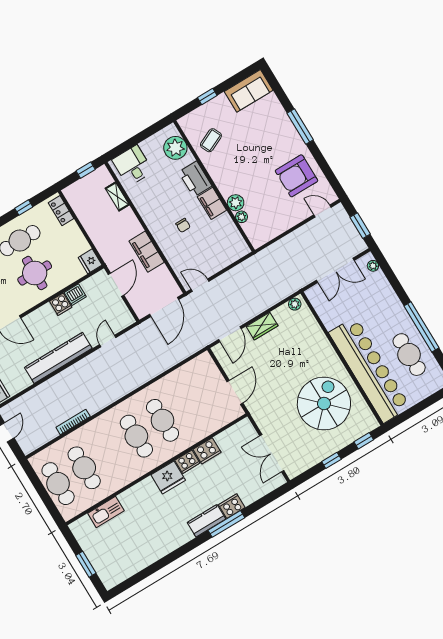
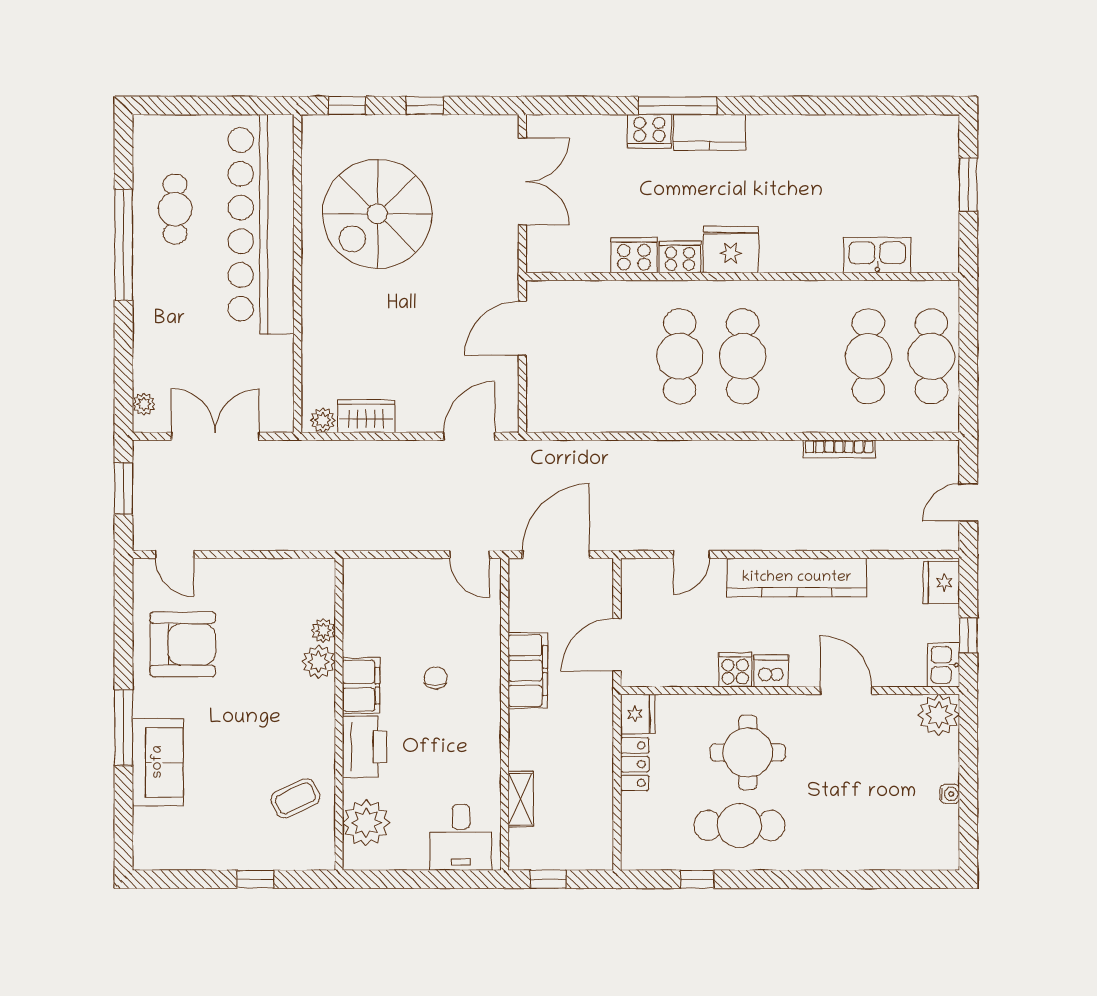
sofa: (249, 91) -> (158, 762), moved, turned 90
locker: (61, 211) -> (635, 764), moved
dishwasher: (75, 295) -> (771, 671), moved
wardrobe: (262, 326) -> (366, 416), moved
cafe table: (409, 355) -> (175, 209), width x0.73, depth x0.74

